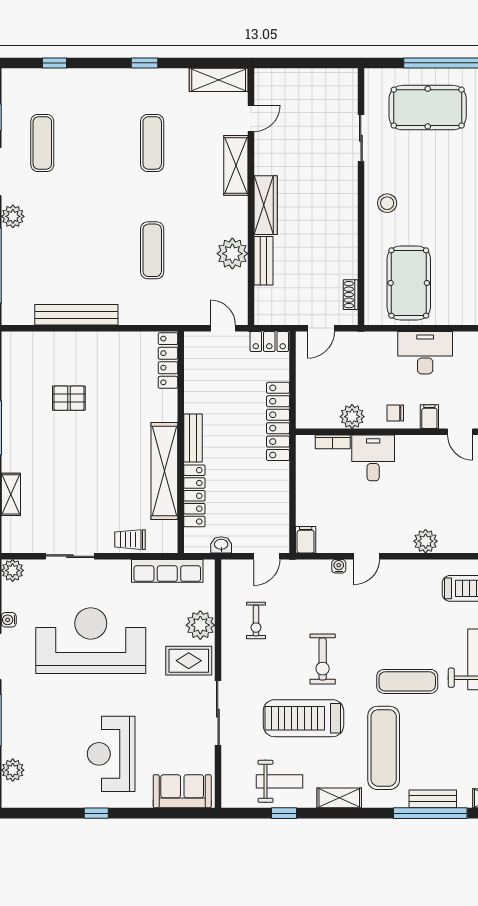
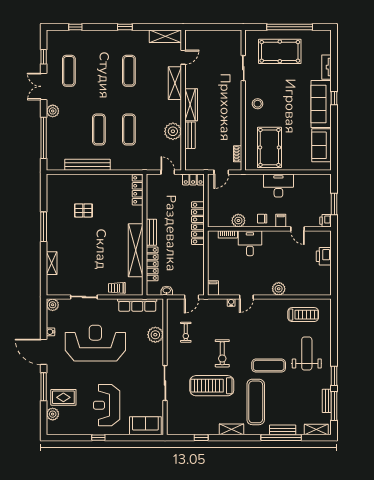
exercise mat: (97, 250) -> (99, 130), added
rug: (189, 661) -> (63, 397), moved
weight bench: (279, 781) -> (199, 420), removed

